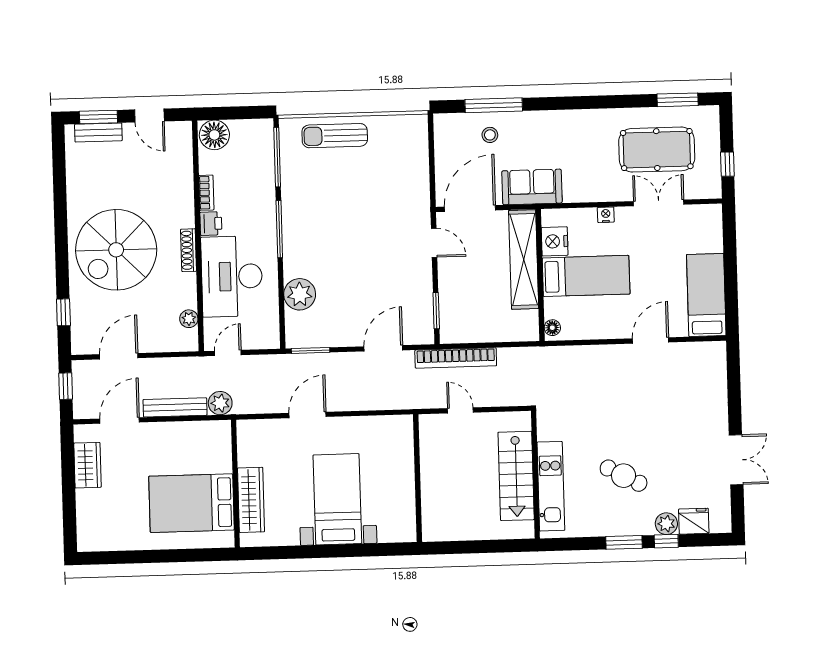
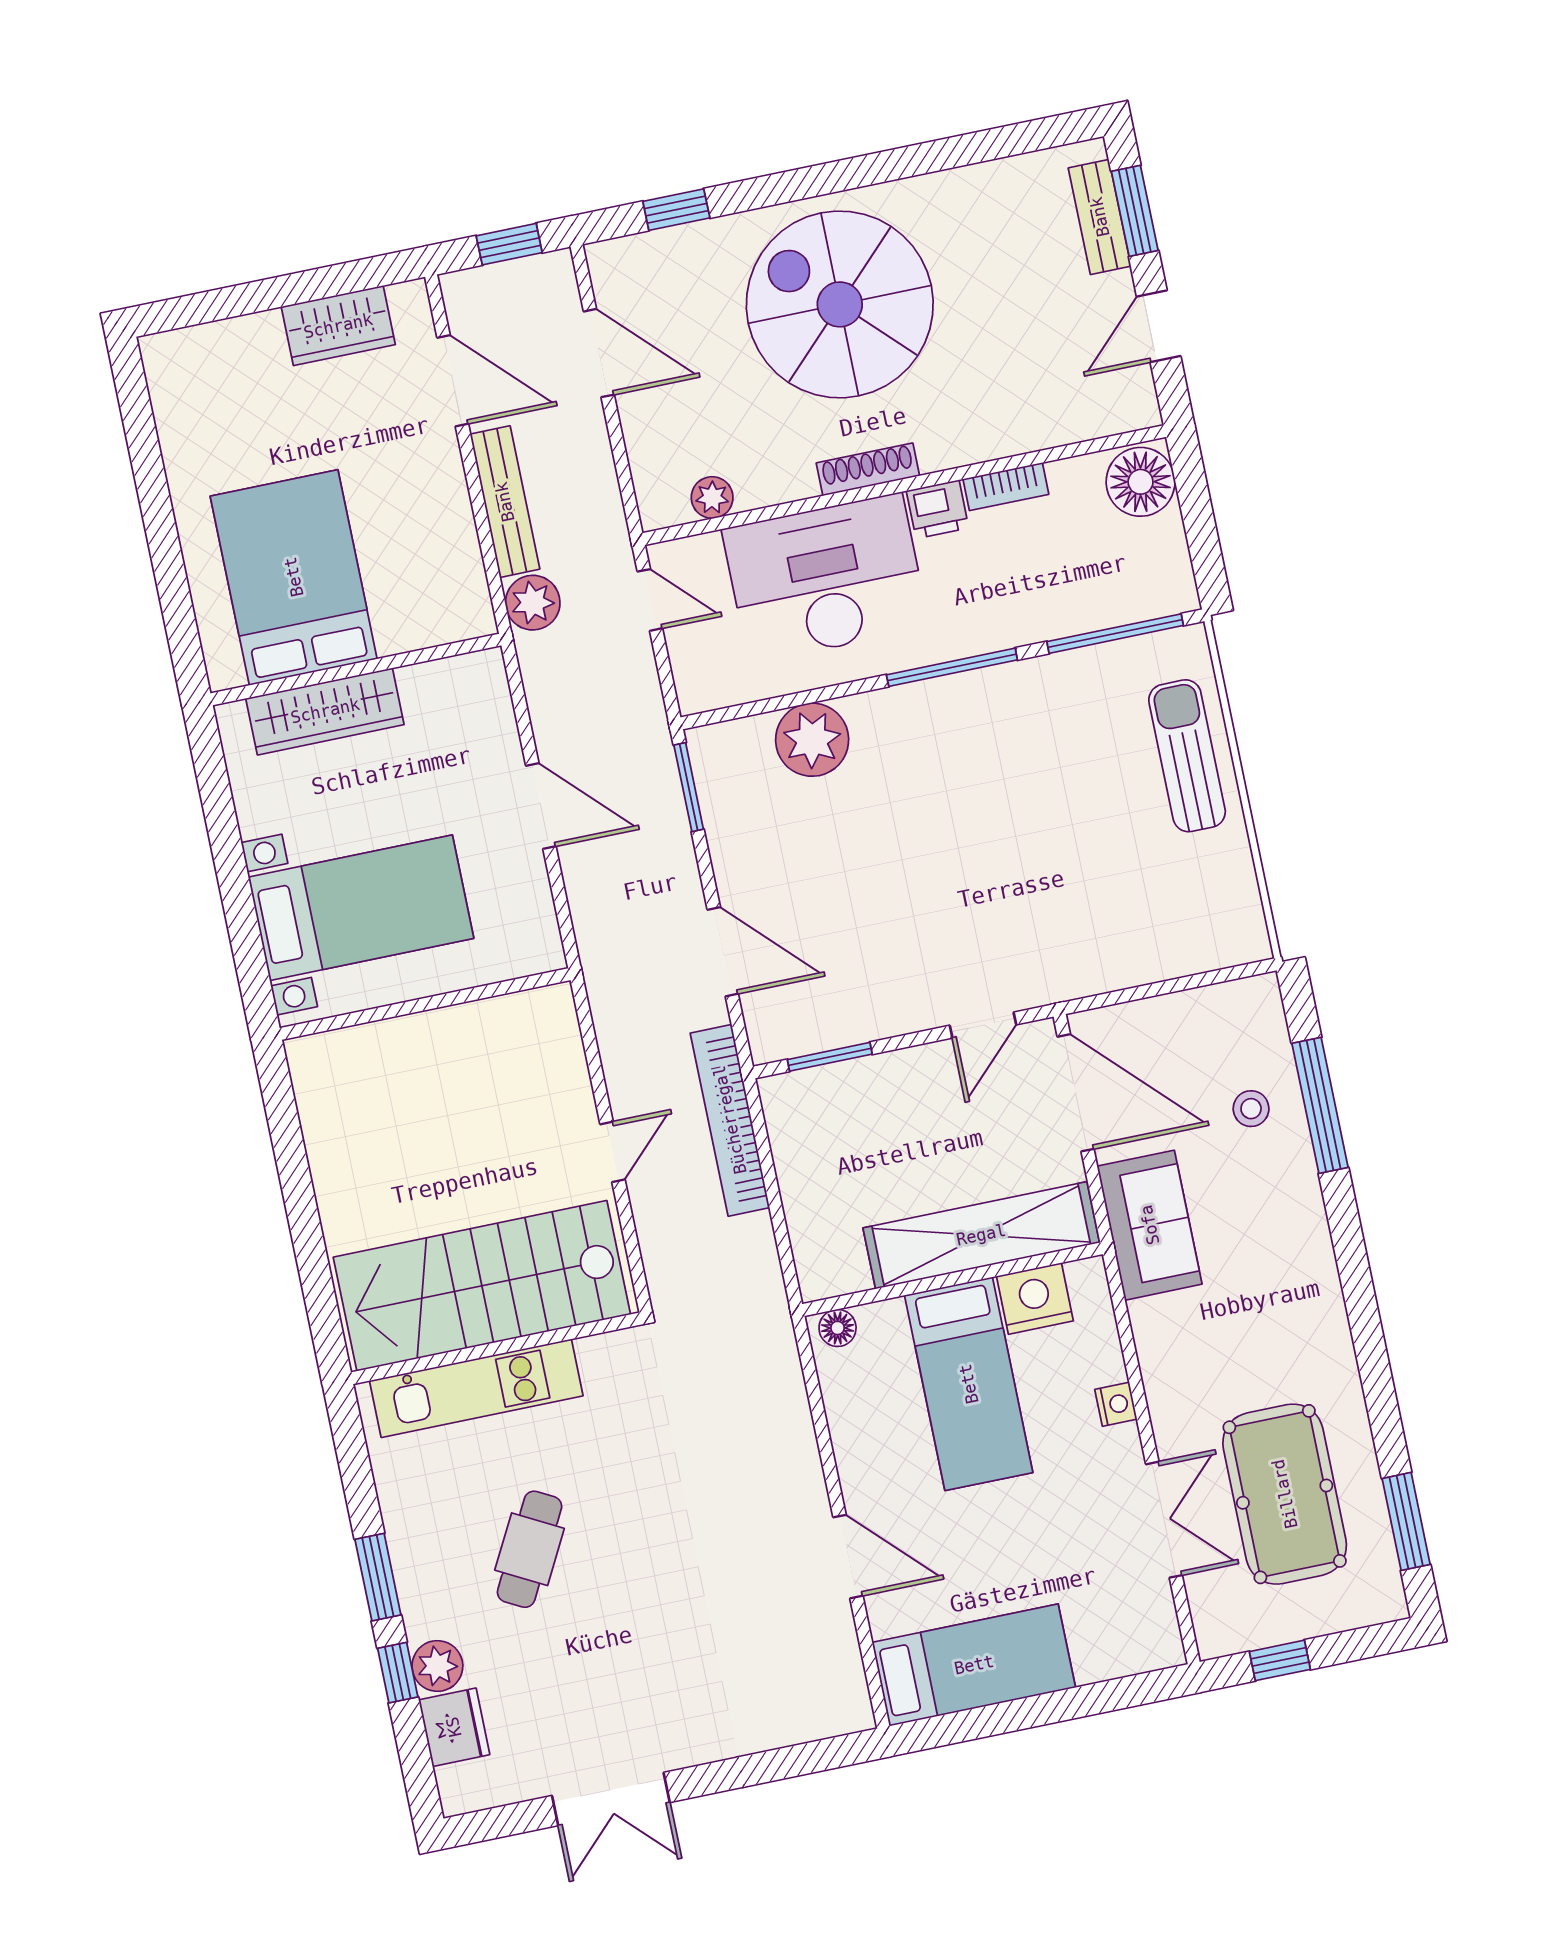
stairs: (516, 476) -> (482, 1286), width x1.36, depth x1.51
wall: (418, 478) -> (425, 1004), moved

